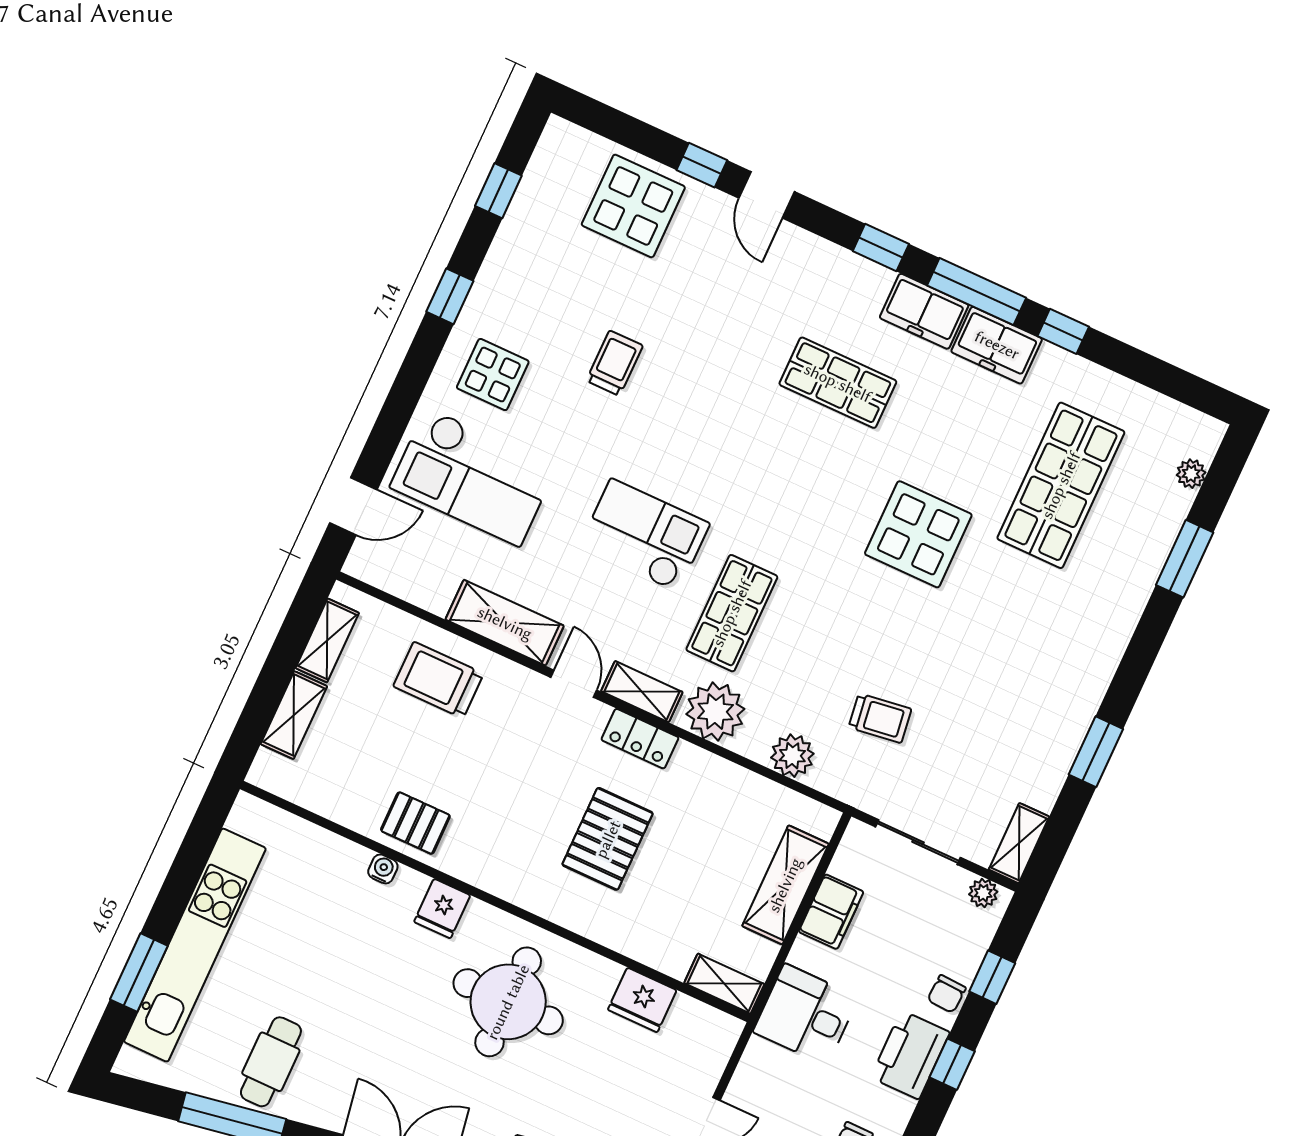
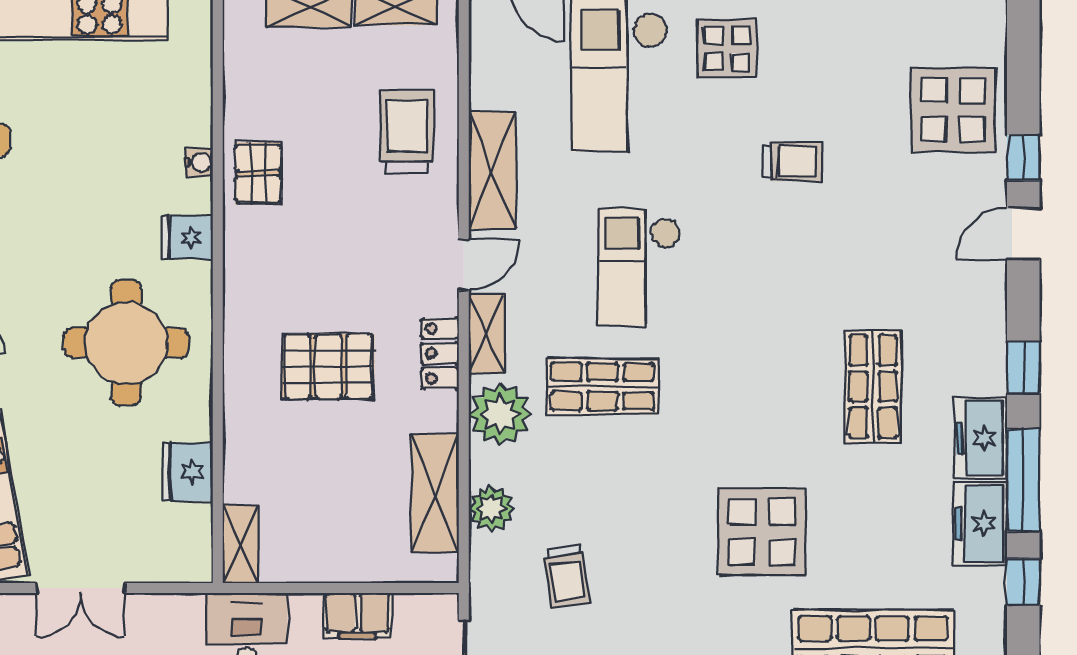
checkout: (644, 535) -> (639, 267), turned 180
shelving: (785, 885) -> (435, 493), moved, turned 90

